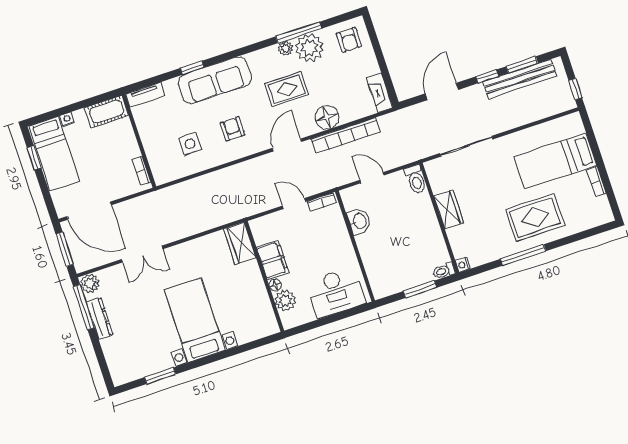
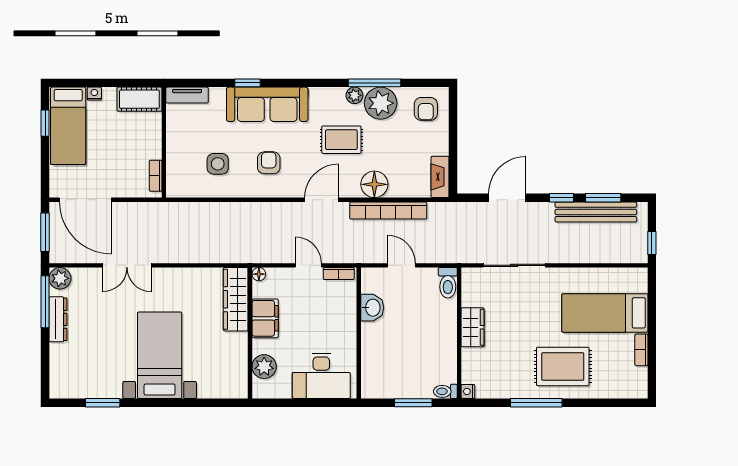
wardrobe: (240, 243) -> (236, 299), width x1.50
floor lamp: (275, 285) -> (259, 274), moved

